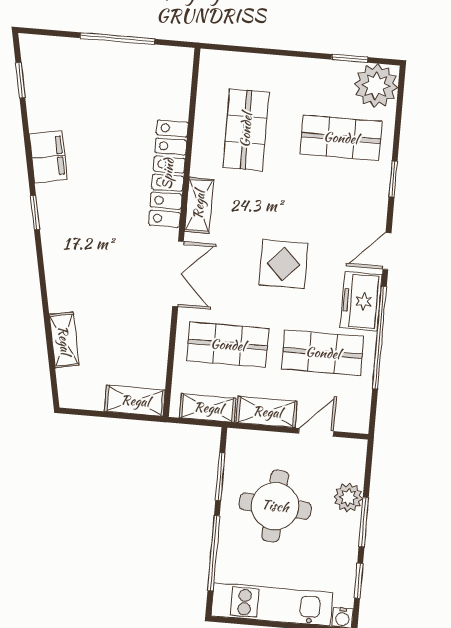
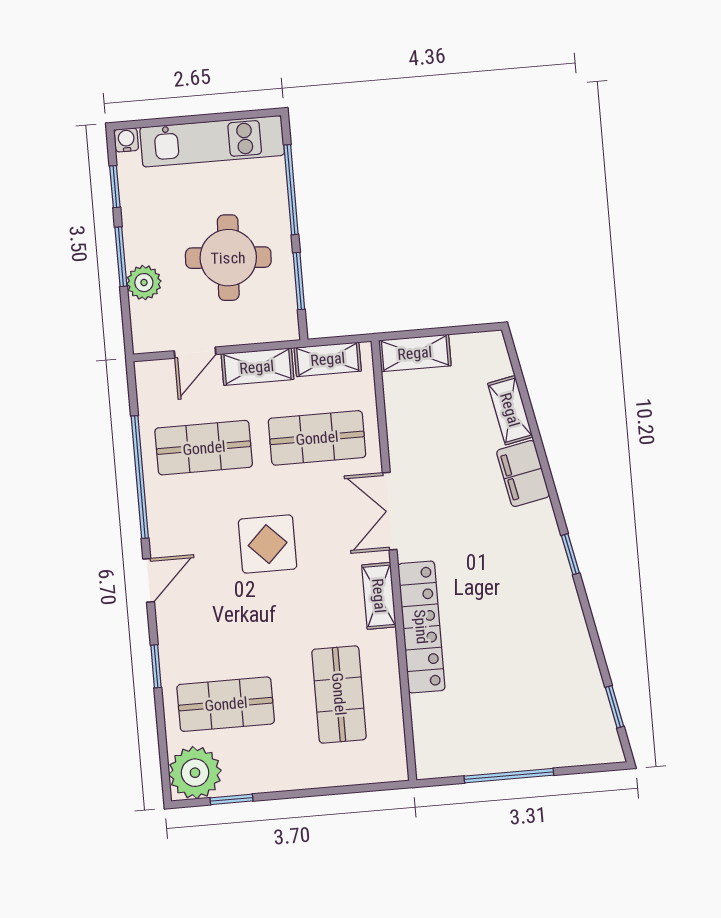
filing cabinet: (48, 157) -> (523, 474), moved
freezer: (361, 301) -> (169, 516), removed

